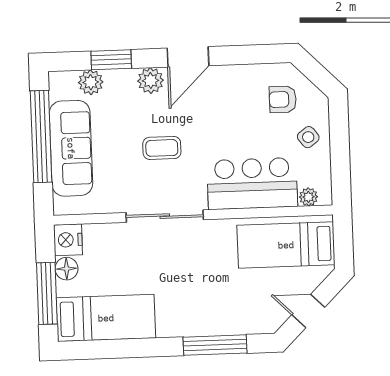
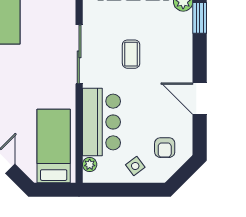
door: (188, 57) -> (200, 99), moved
plant: (151, 81) -> (183, 47), removed
armchair: (283, 99) -> (165, 148), turned 180

